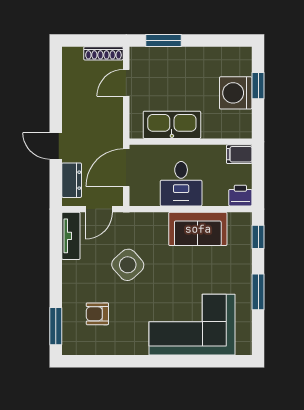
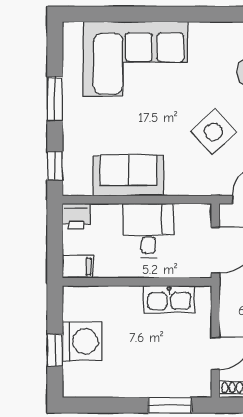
kitchen sink: (172, 125) -> (169, 299), width x0.73, depth x0.81

